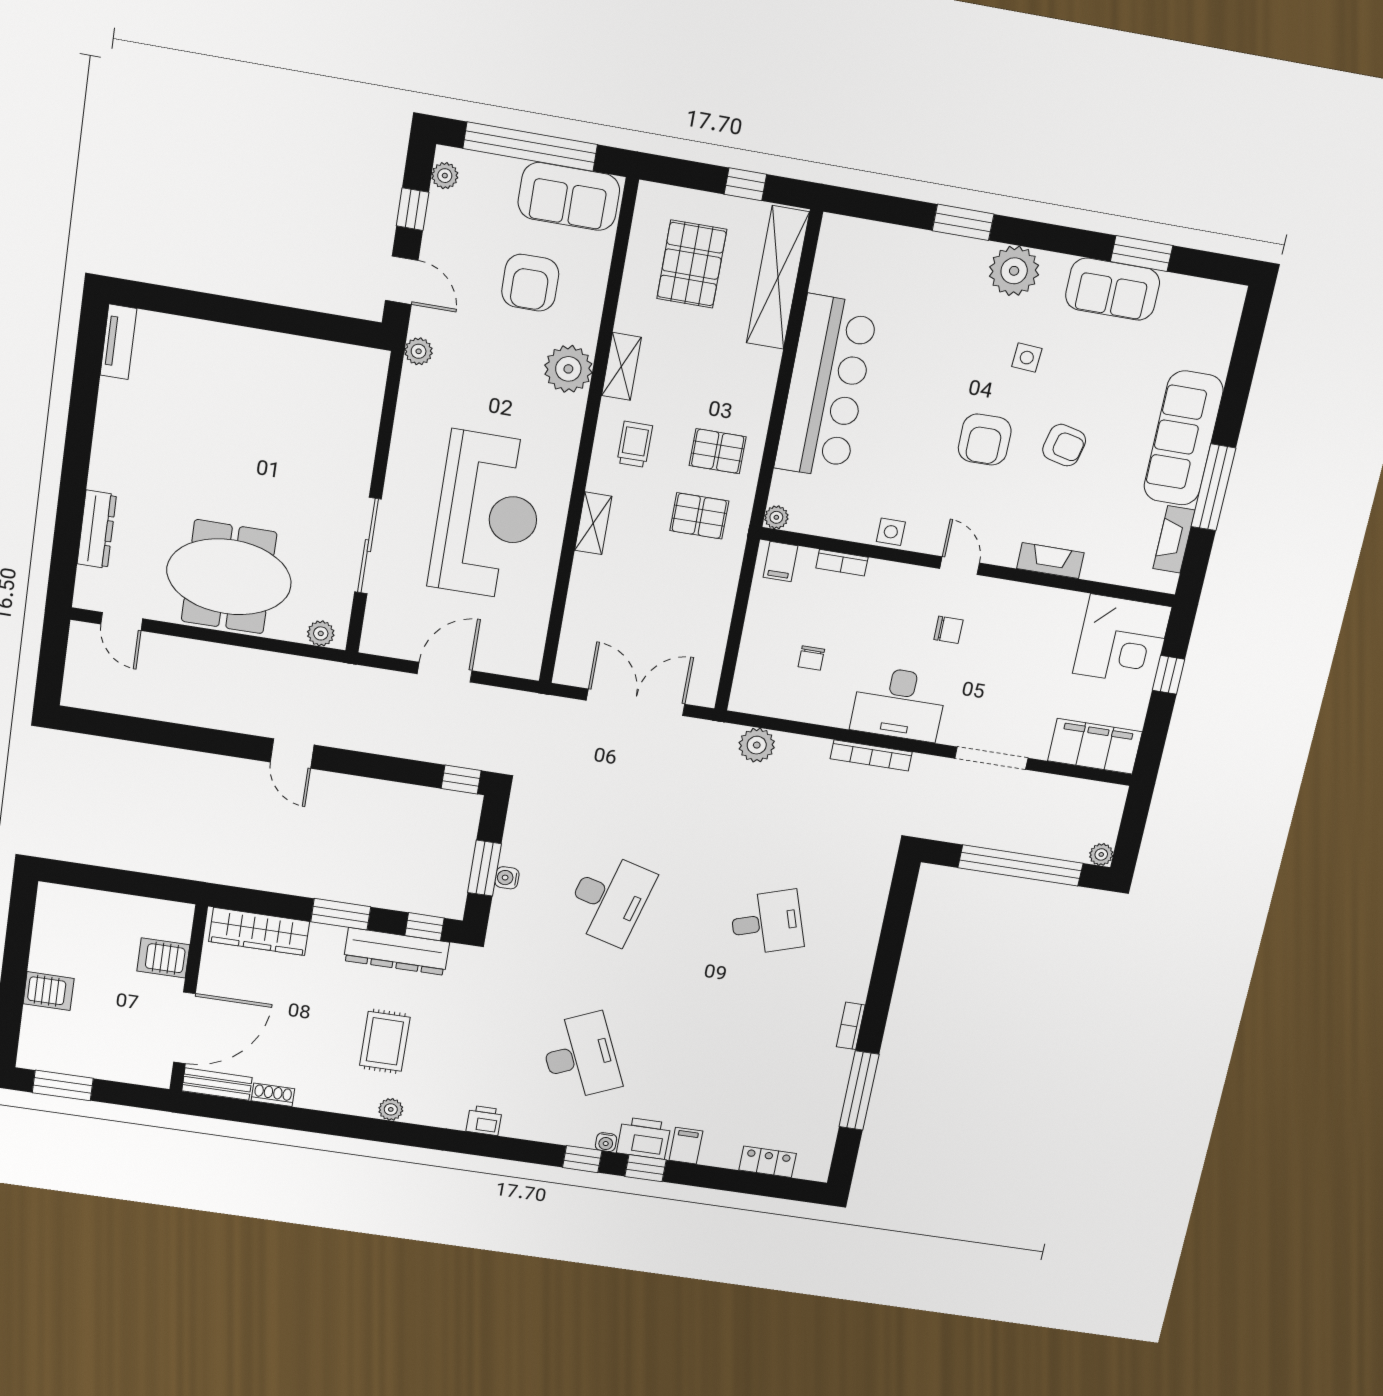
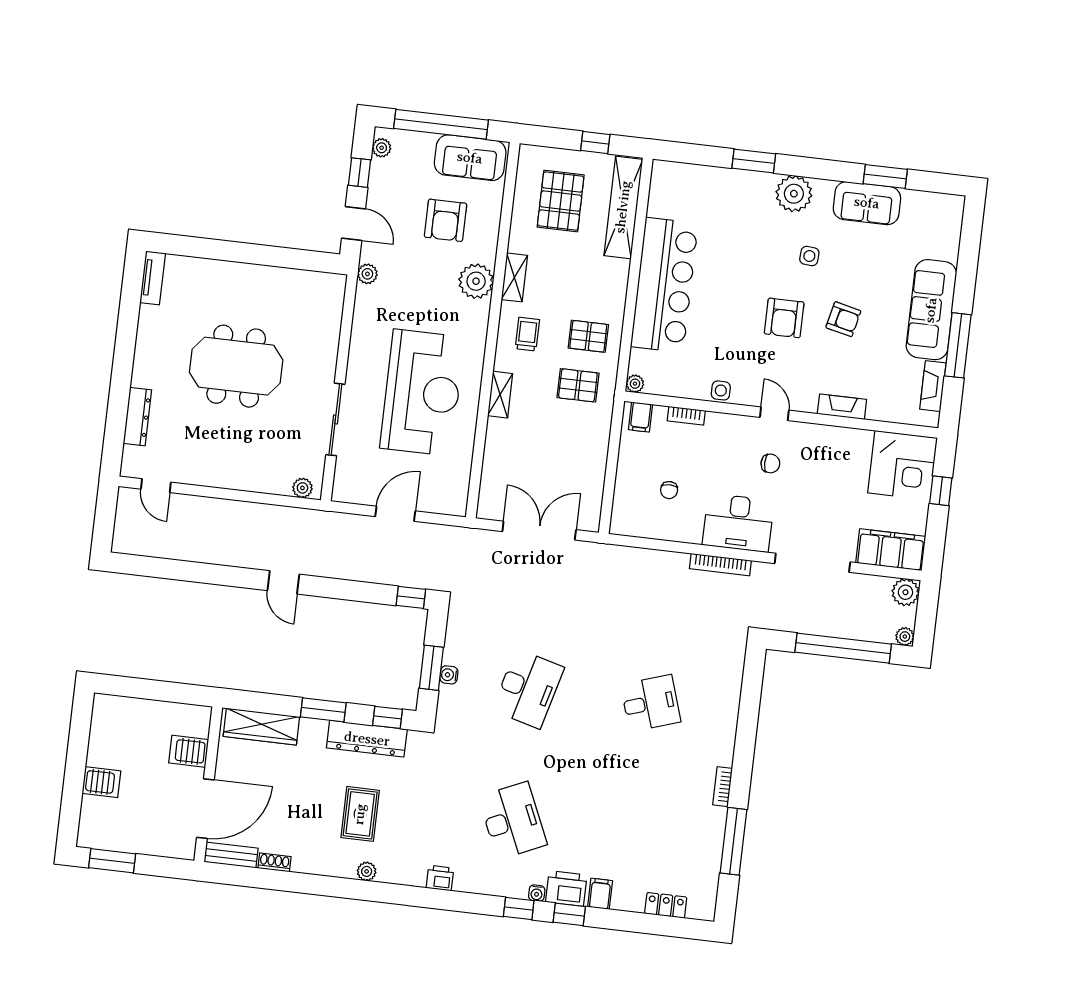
meeting table: (229, 577) -> (236, 366), moved
plant: (757, 745) -> (905, 592), moved
doorway: (991, 758) -> (812, 563), width x1.36

